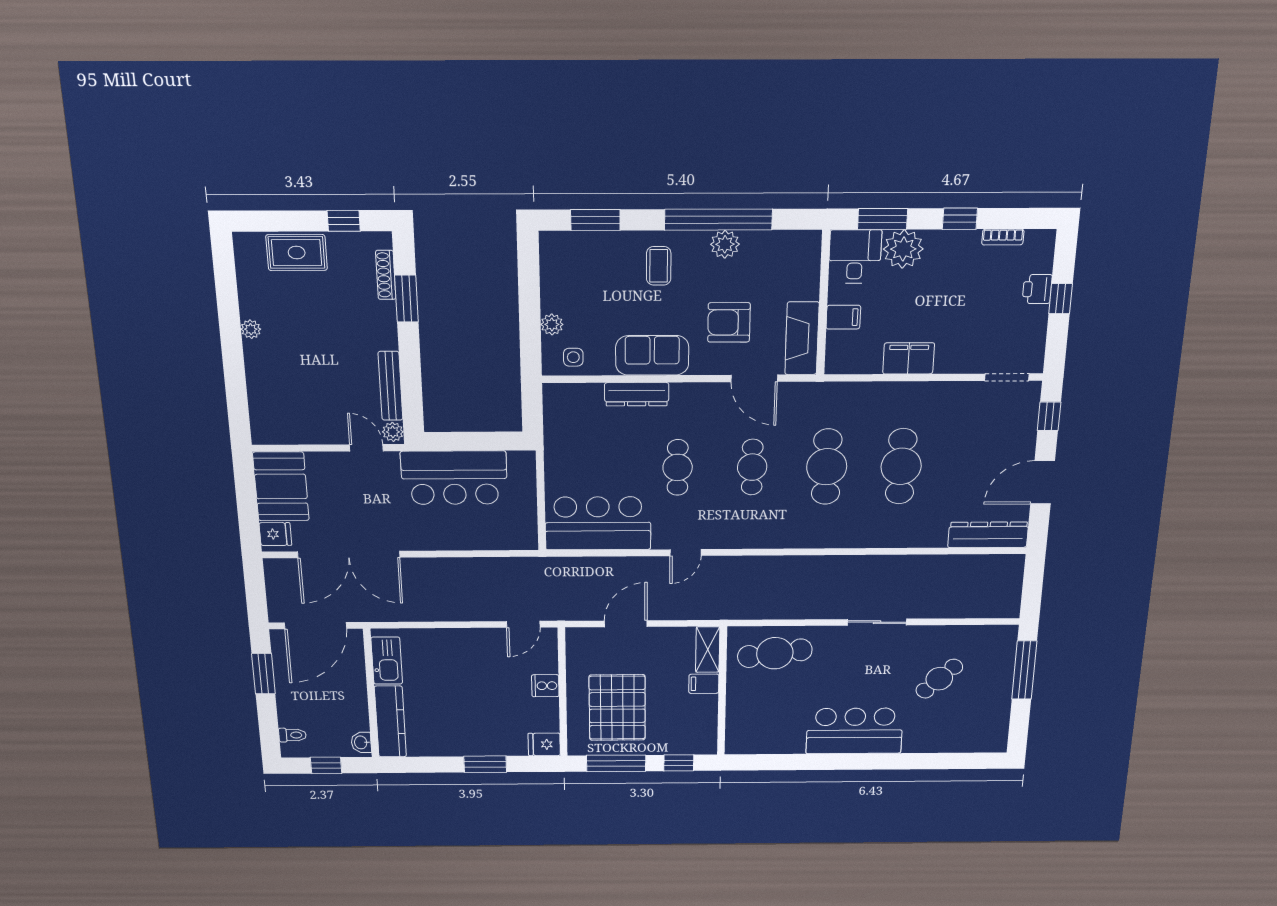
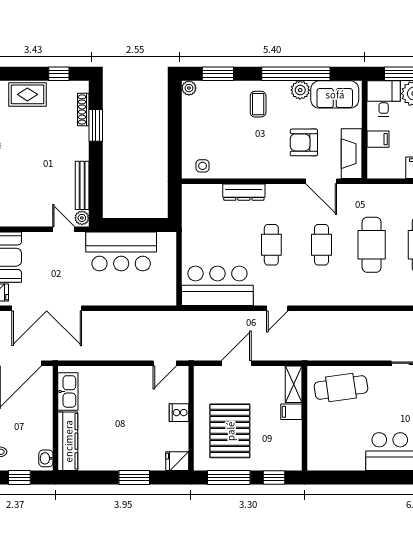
plant: (552, 324) -> (189, 88), moved
sofa: (652, 355) -> (335, 94), moved, turned 180

